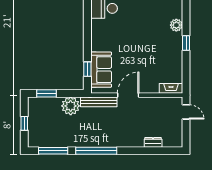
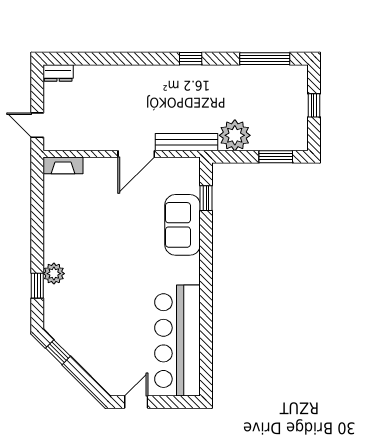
window: (186, 43) -> (37, 286), moved
sofa: (101, 70) -> (183, 225), moved
dresser: (153, 142) -> (58, 73), moved
window: (96, 151) -> (191, 59), width x0.32

